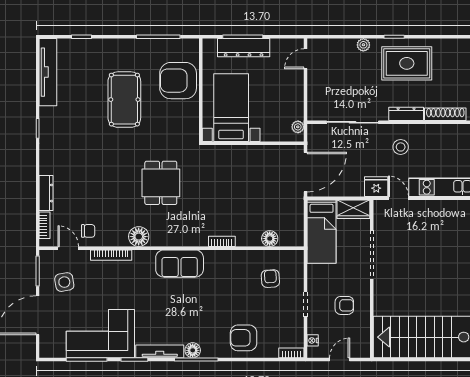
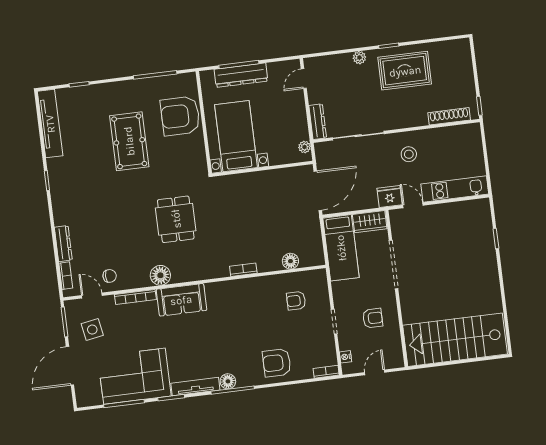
dresser: (406, 114) -> (318, 122), moved, turned 90
sofa: (180, 264) -> (181, 300), moved
armchair: (270, 279) -> (296, 301), turned -87

